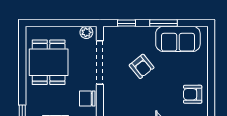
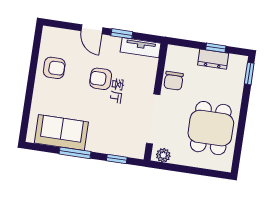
armchair: (142, 66) -> (101, 79), moved, turned -51
chair: (87, 99) -> (174, 81), turned 90

